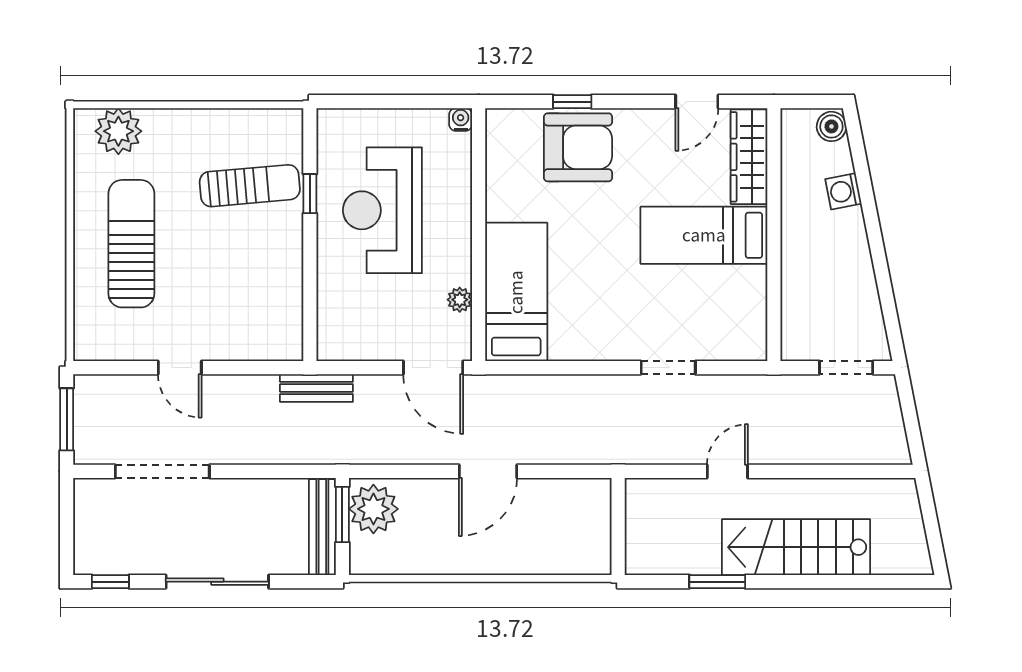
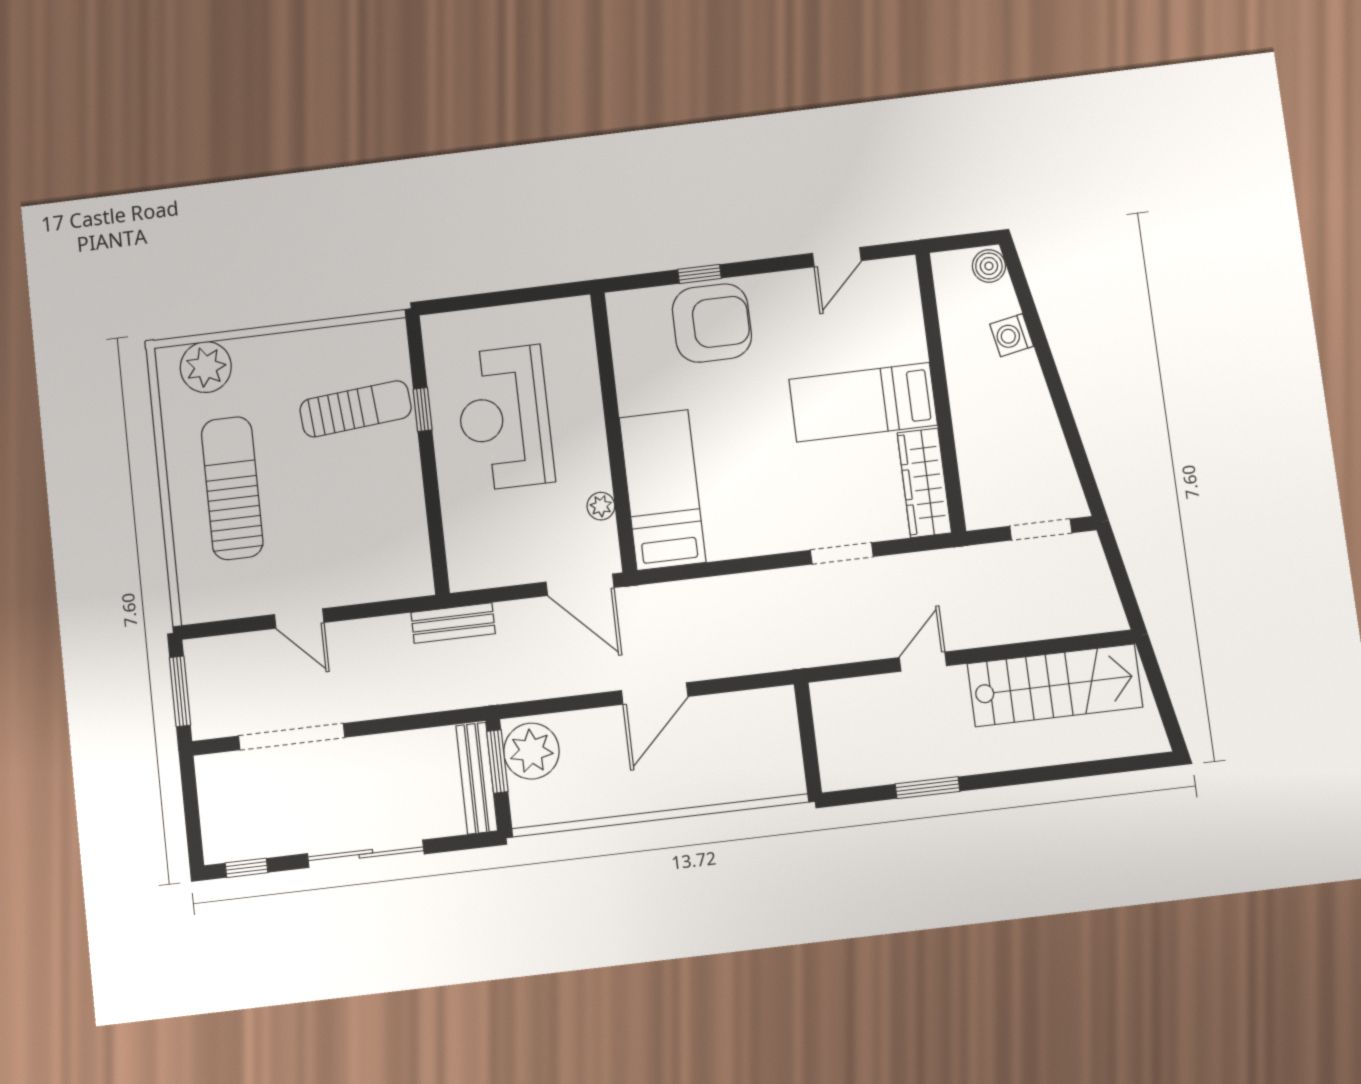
water cooler: (461, 119) -> (579, 308), removed
wardrobe: (749, 157) -> (924, 483), moved
stairs: (796, 547) -> (1055, 685), moved, turned 180

